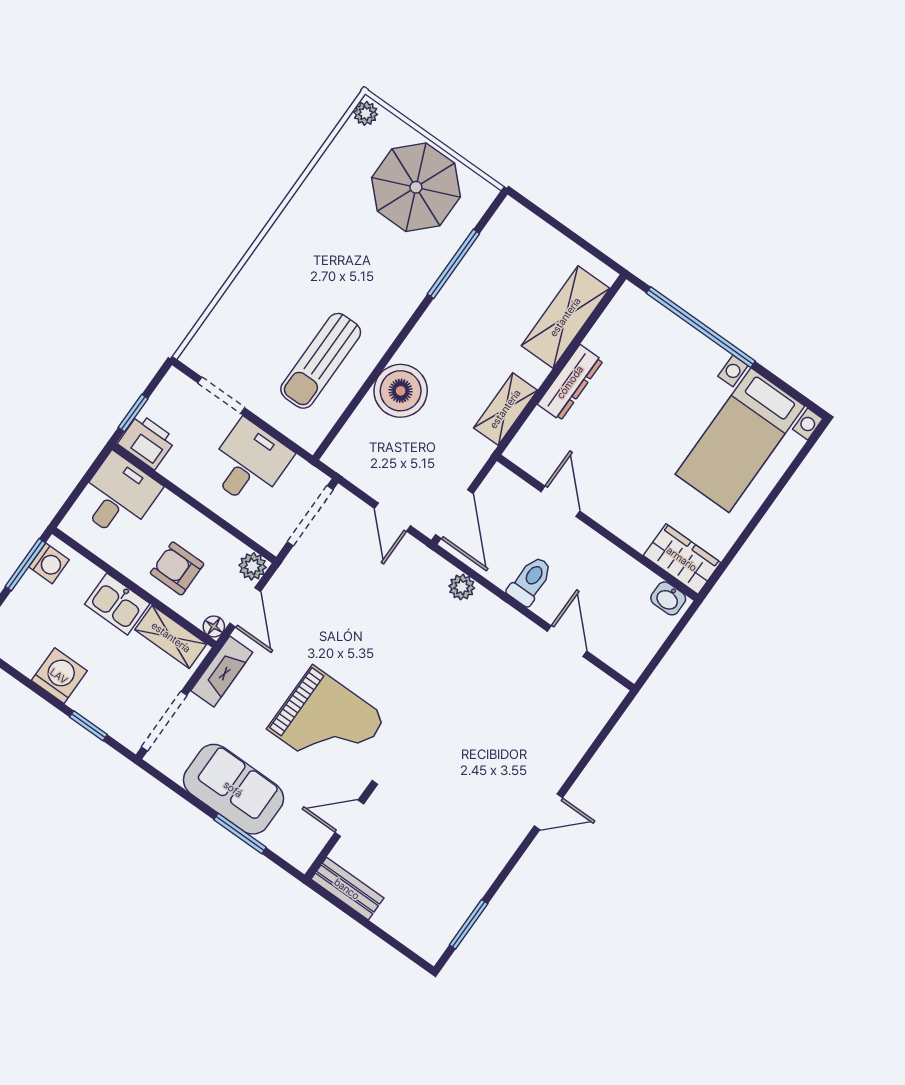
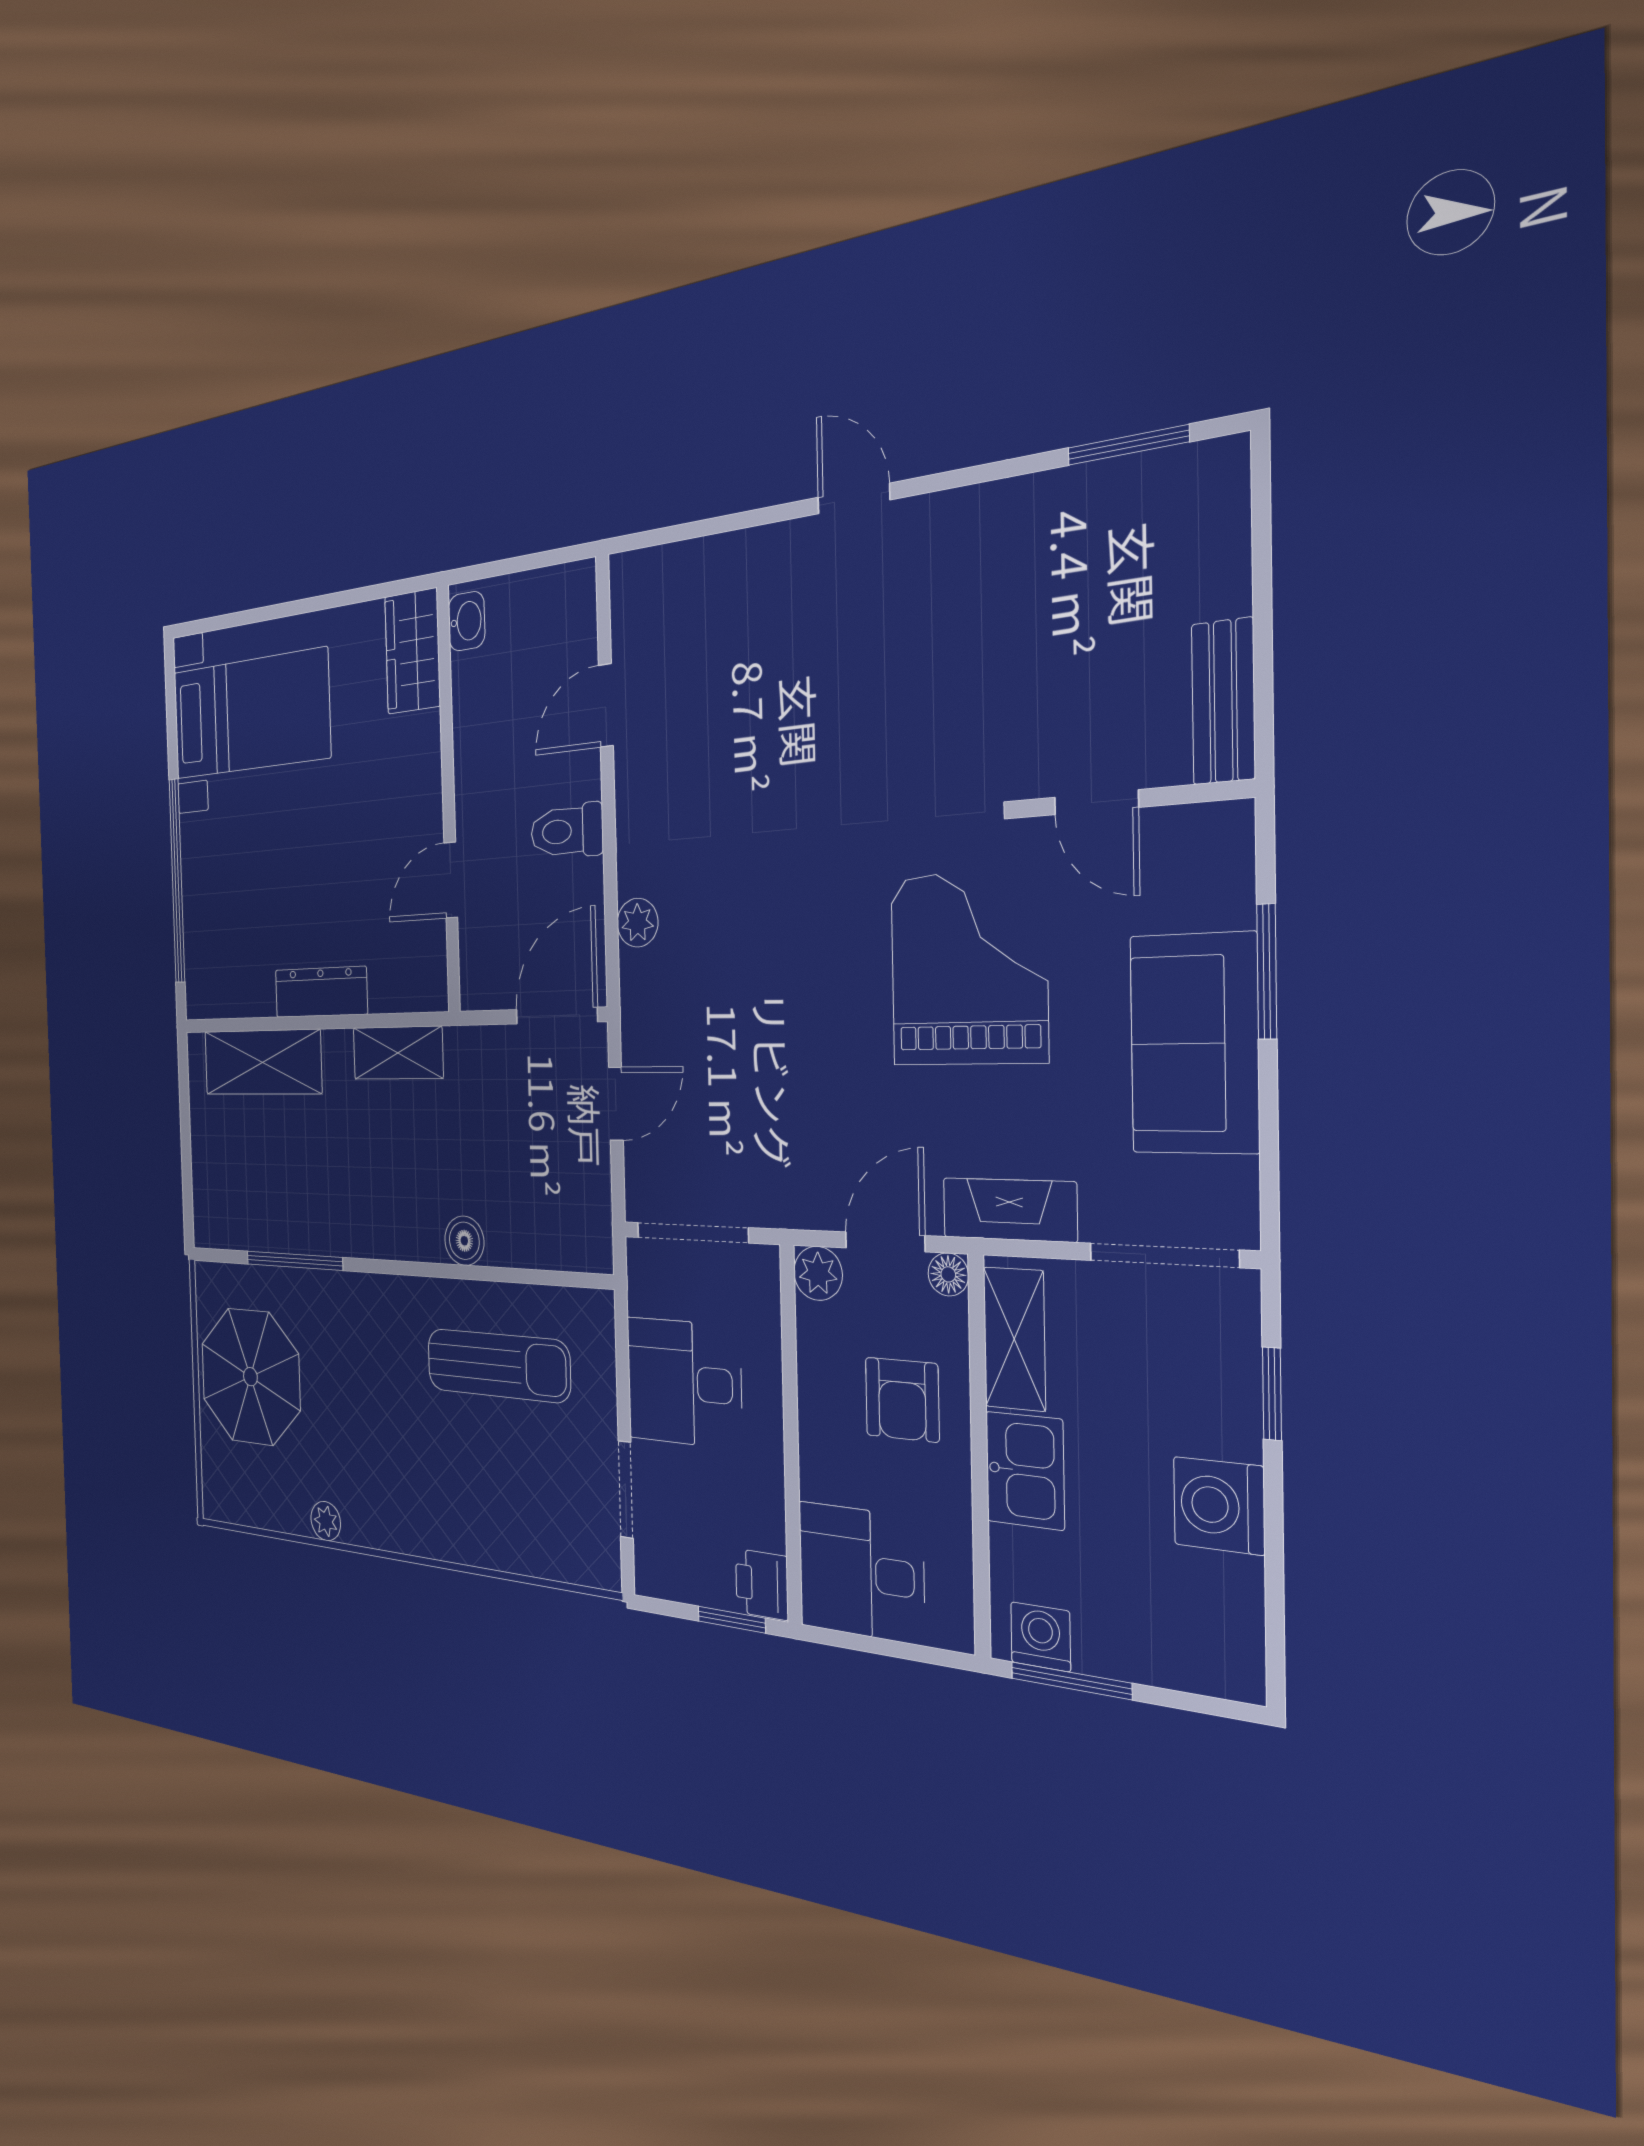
plant: (366, 113) -> (326, 1521), moved
boiler: (401, 391) -> (464, 1241), width x0.54, depth x0.54
printer: (147, 441) -> (762, 1584), width x0.73, depth x0.81

